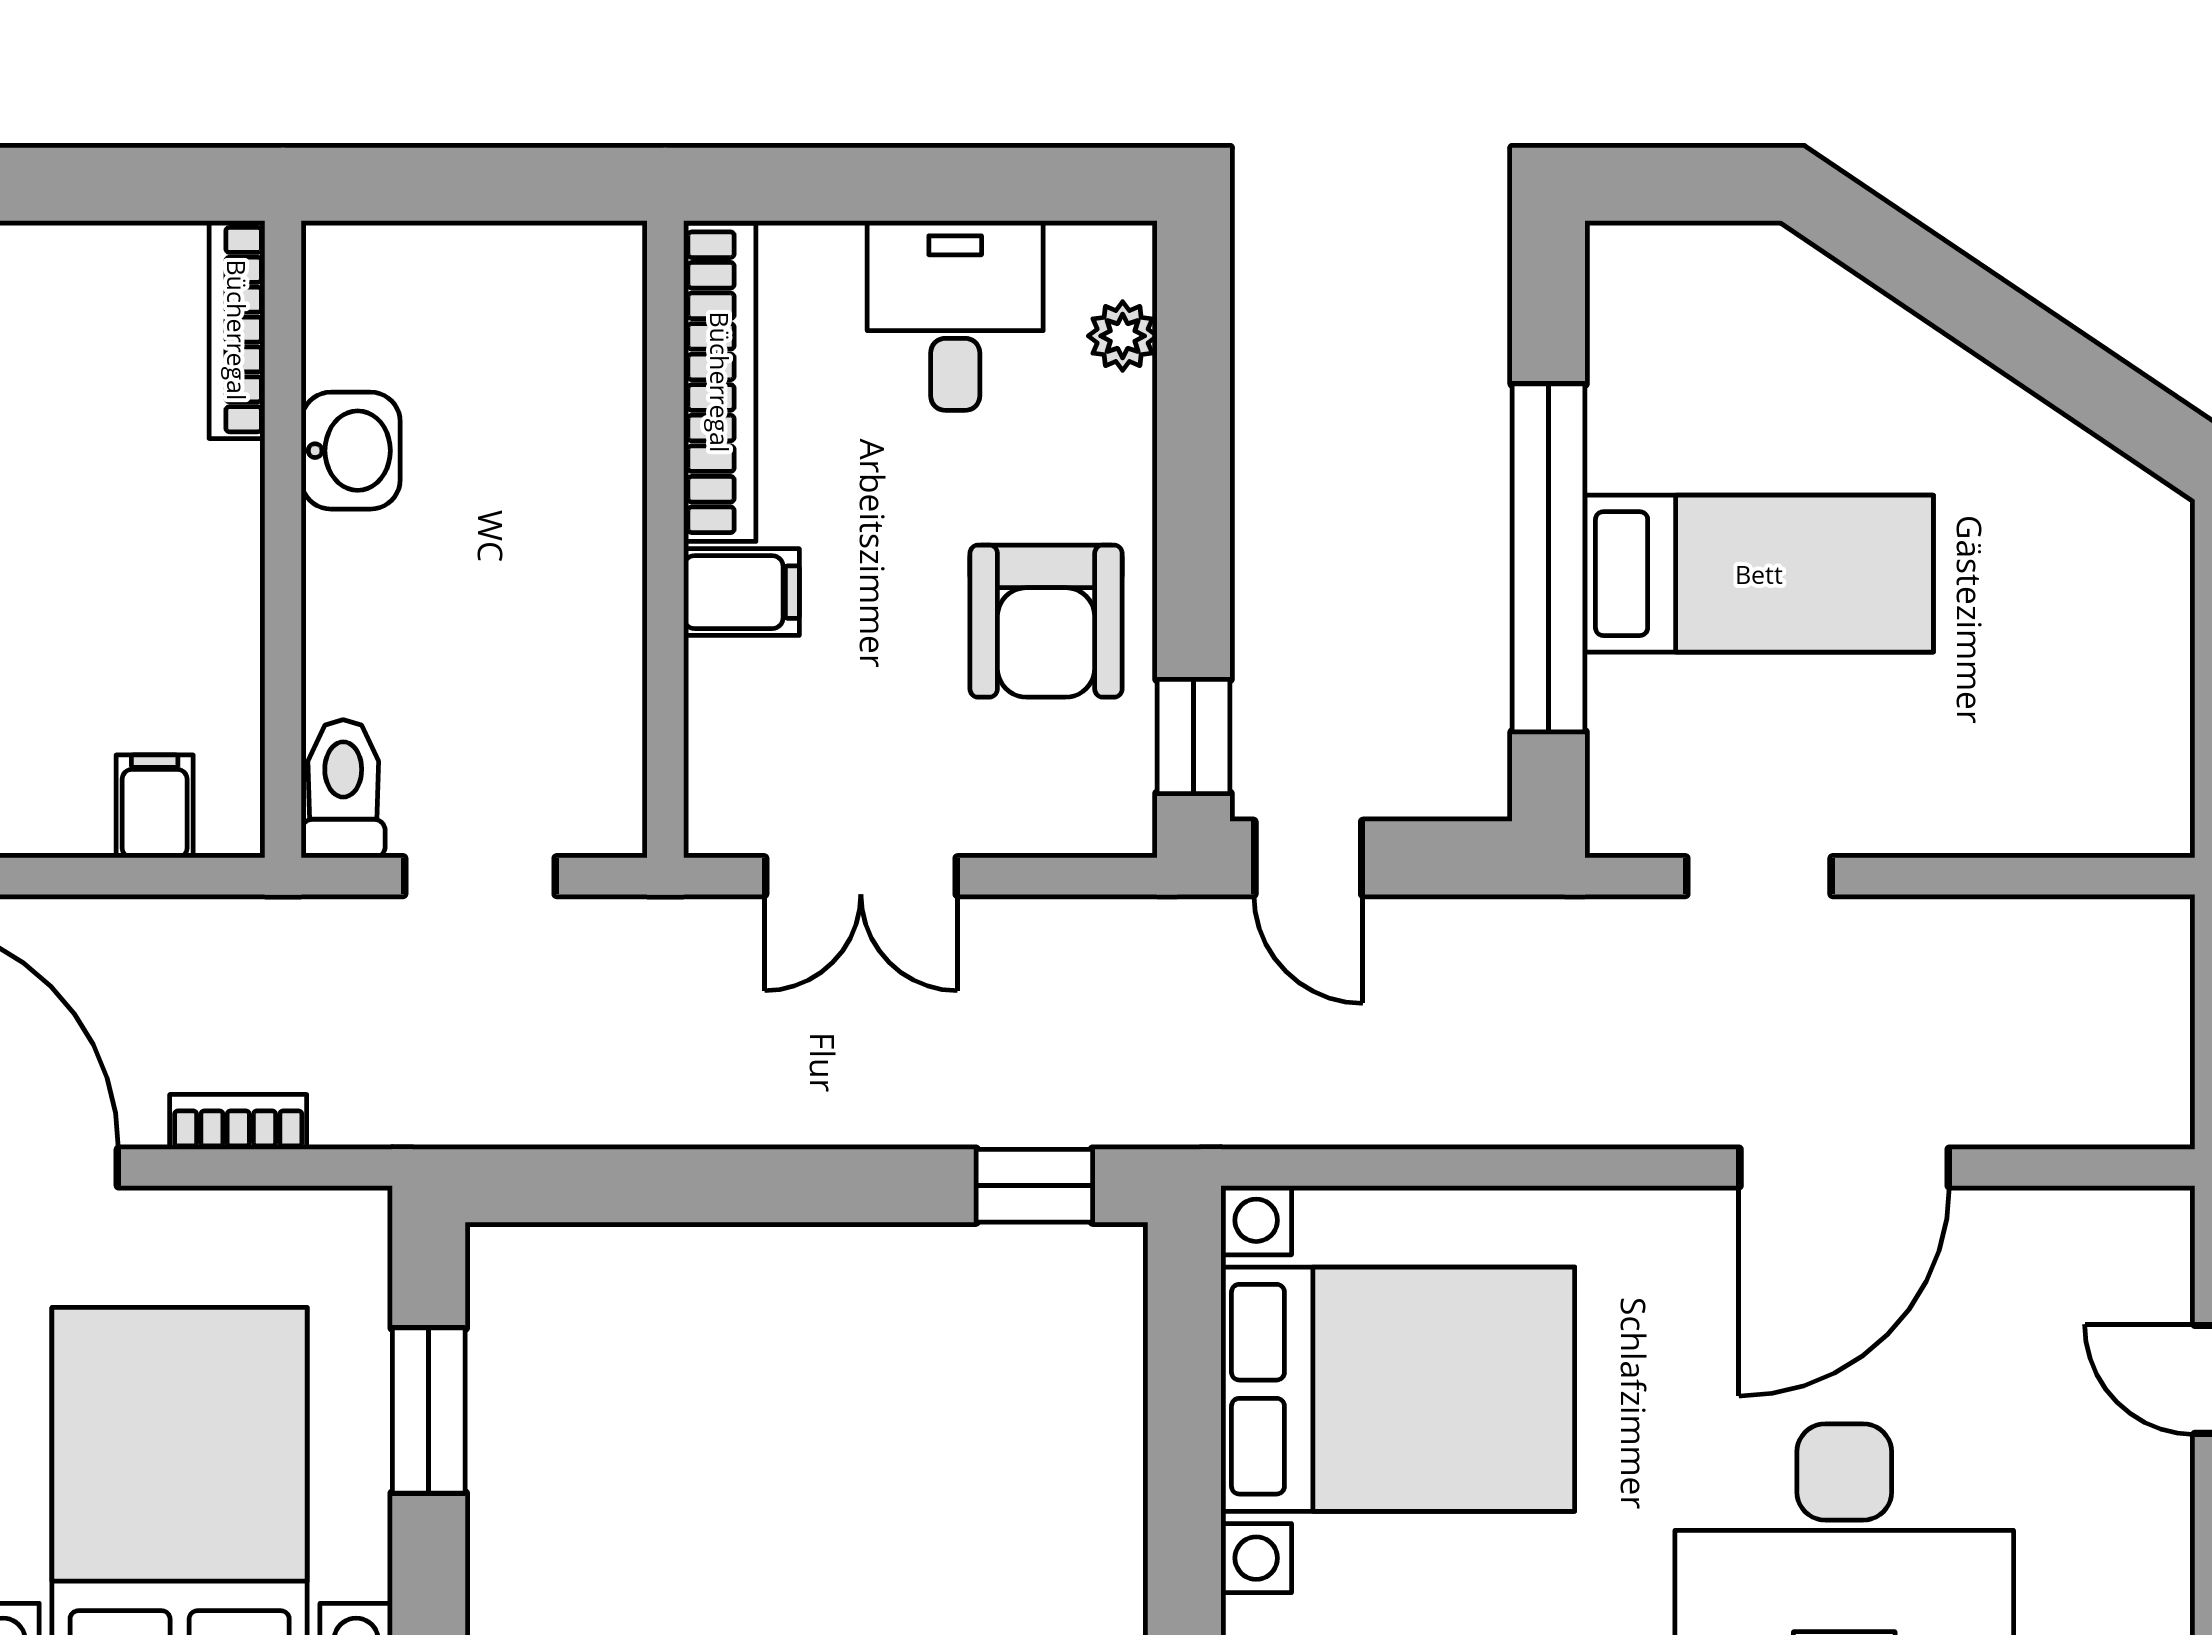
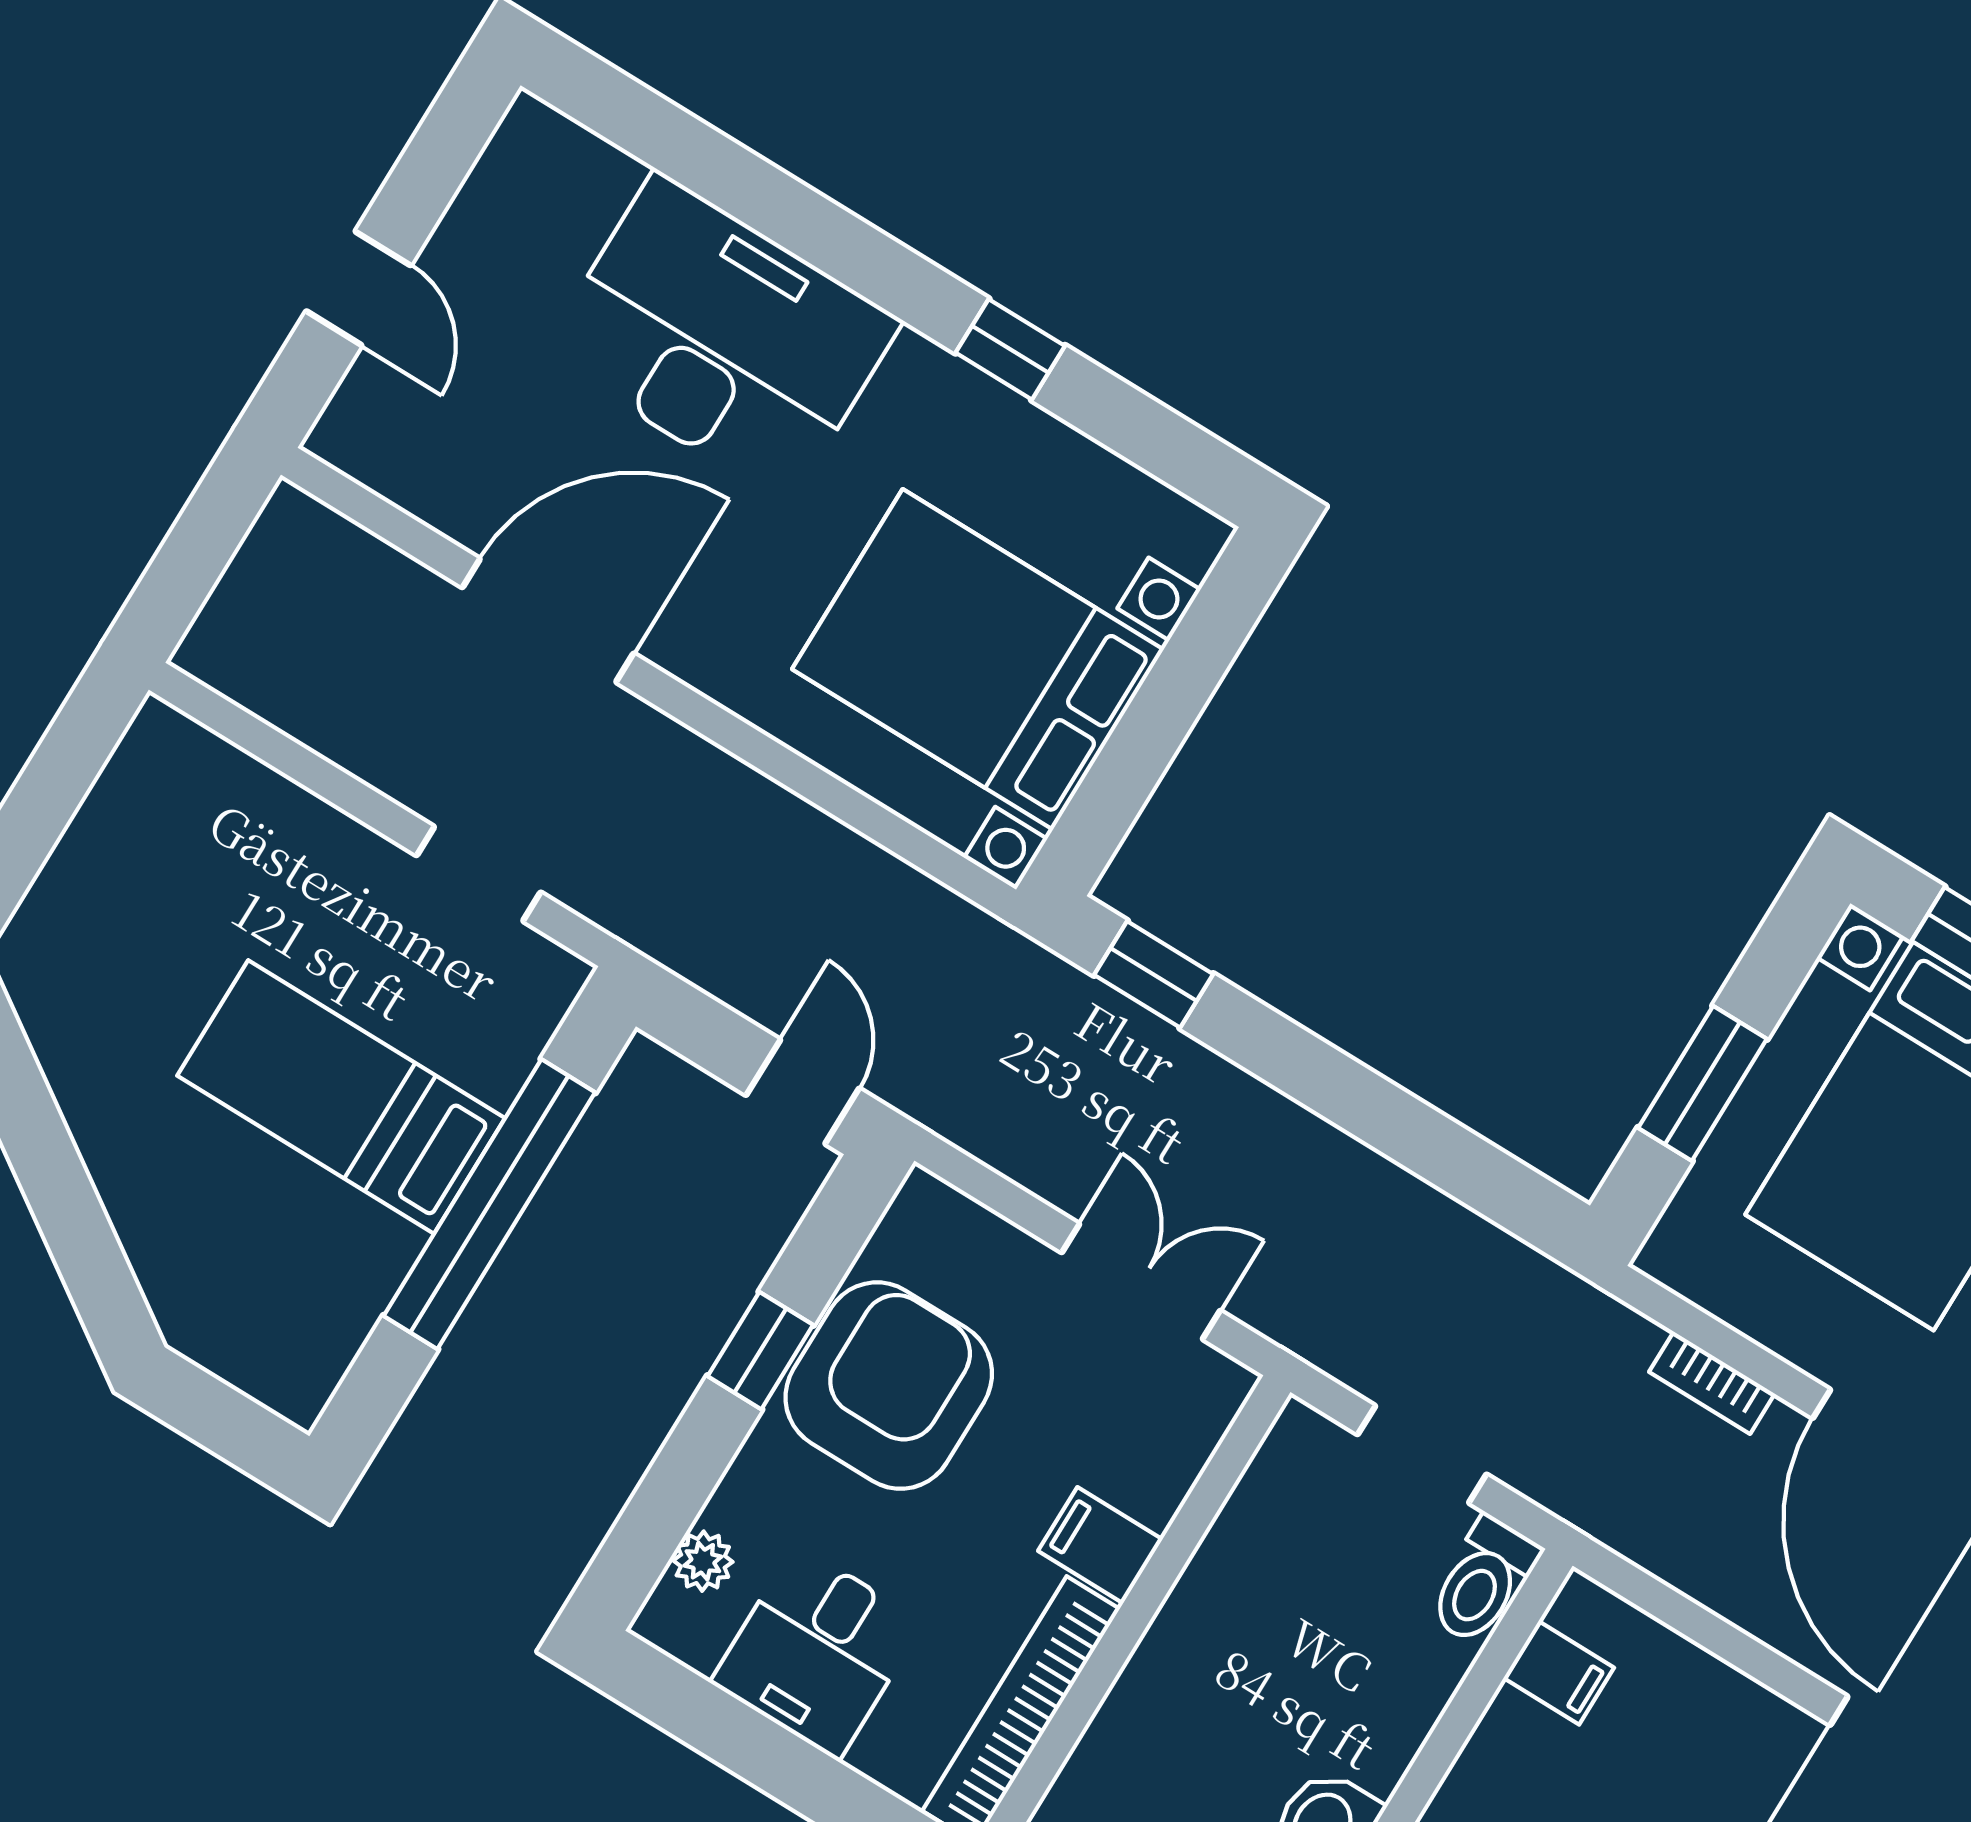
armchair: (1046, 621) -> (889, 1386), width x1.36, depth x1.36
window: (1193, 736) -> (760, 1351), moved
filing cabinet: (155, 806) -> (1559, 1673), moved, turned -90

